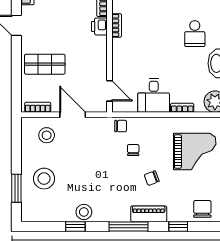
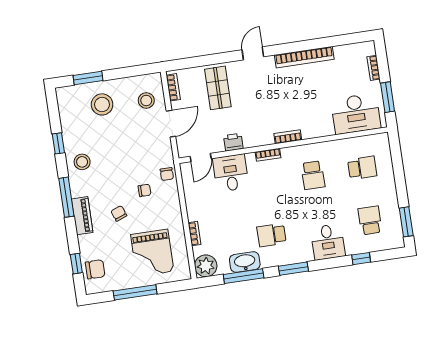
printer: (99, 26) -> (233, 142), moved
desk: (154, 95) -> (231, 173), moved, turned 90
stool: (84, 212) -> (82, 162), moved
window: (178, 226) -> (76, 264), moved

